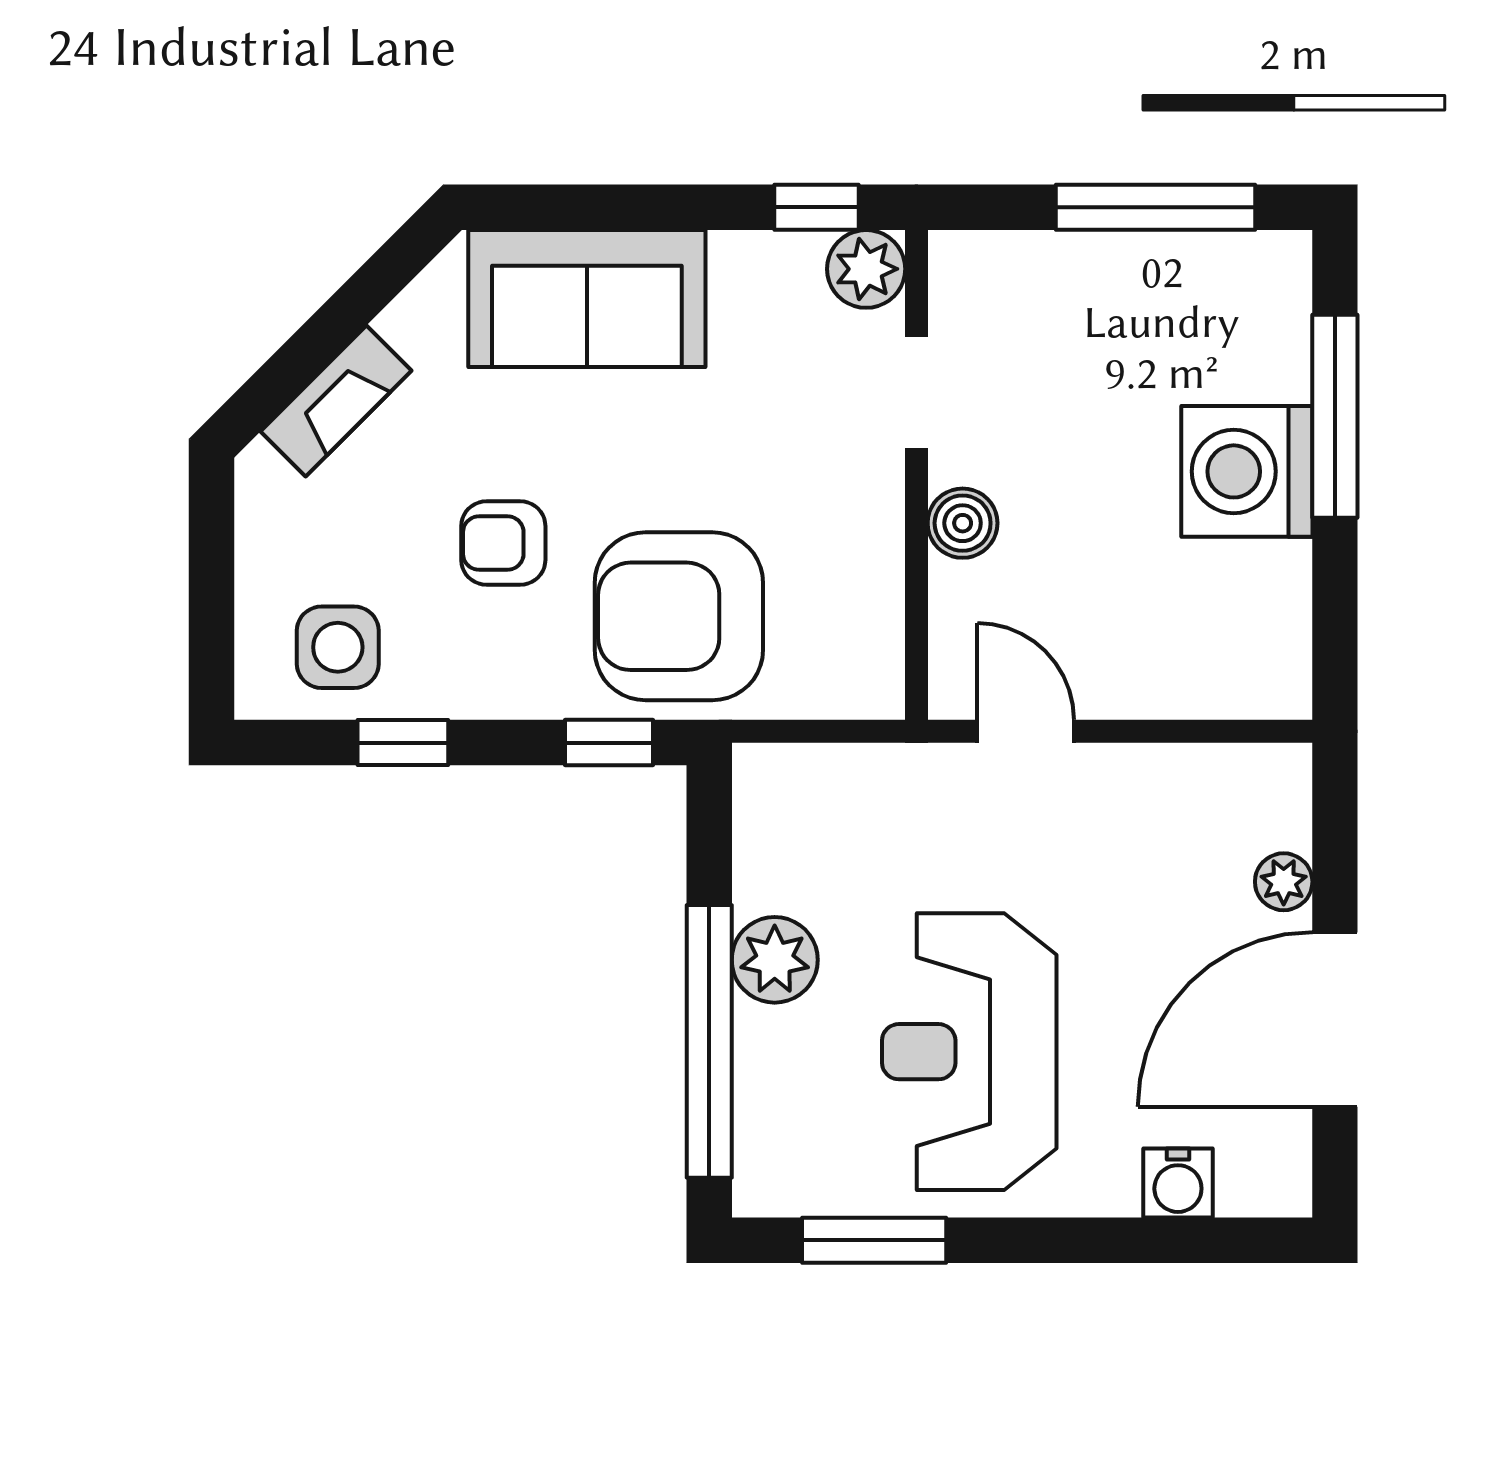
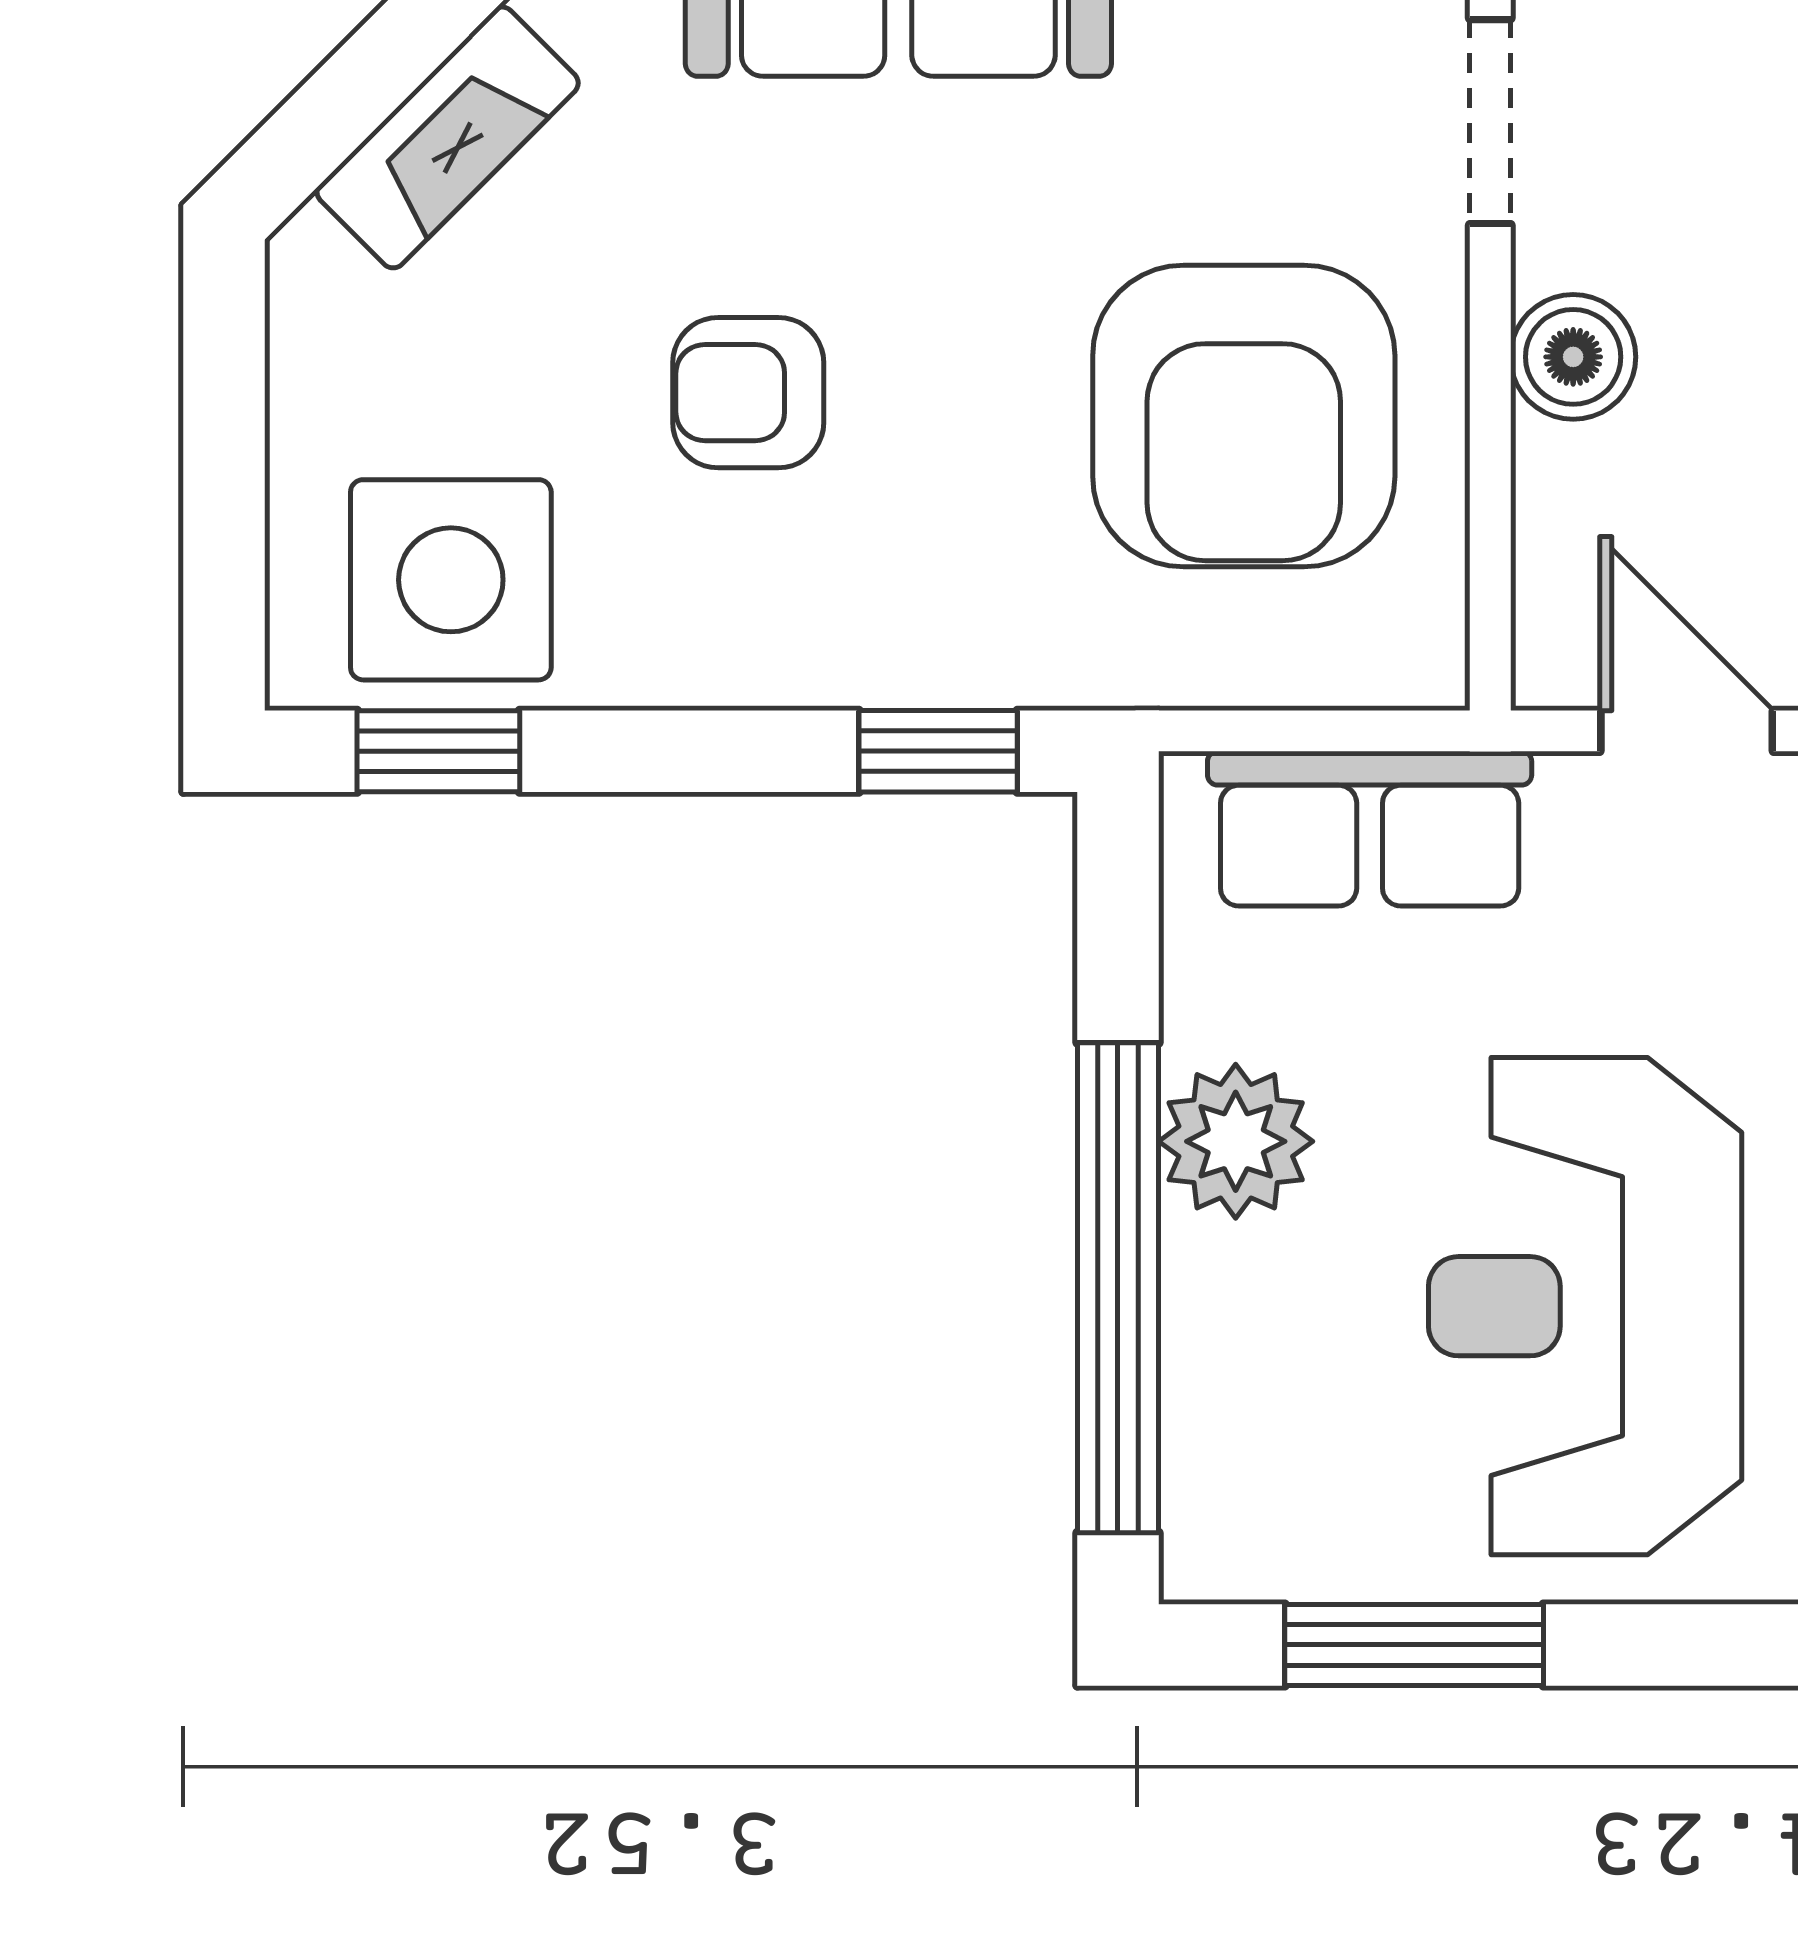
armchair: (679, 616) -> (1244, 416), moved, turned -90
side table: (338, 647) -> (451, 580), width x1.37, depth x1.37
window: (403, 743) -> (438, 751), moved
row of seats: (849, 786) -> (1370, 829), added

